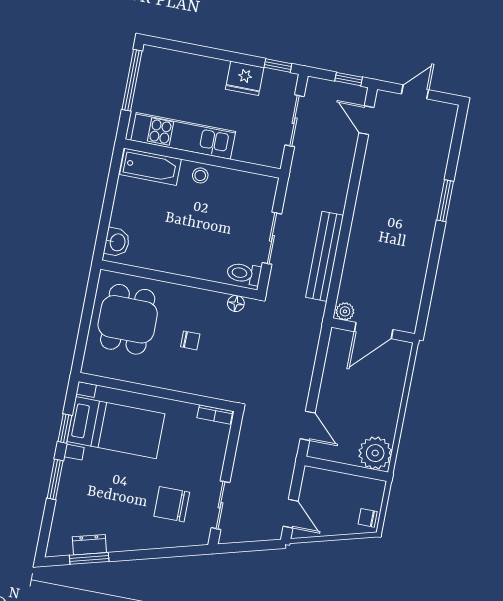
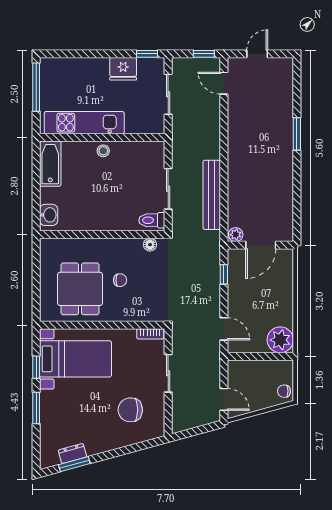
bathtub: (150, 167) -> (50, 164), moved, turned -90
dining table: (128, 319) -> (80, 289), moved
window: (321, 358) -> (224, 274), added
sliding door: (221, 505) -> (168, 373), moved

